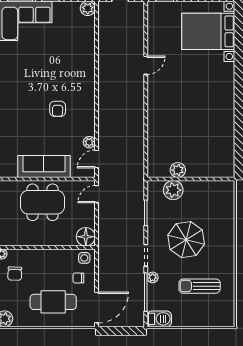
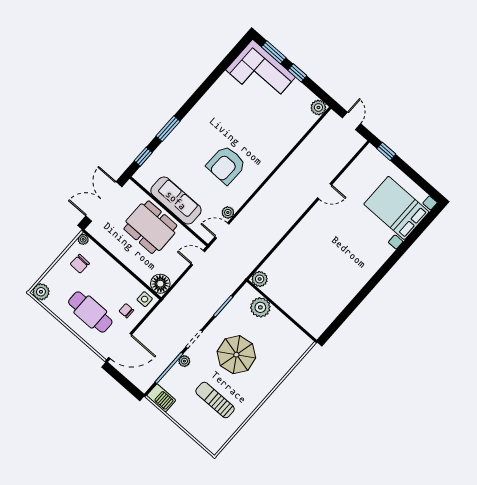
armchair: (58, 109) -> (226, 165), width x1.88, depth x1.88
plant: (178, 170) -> (260, 279), moved

